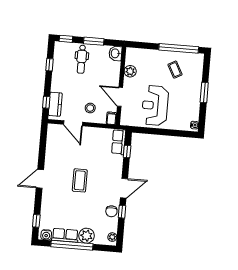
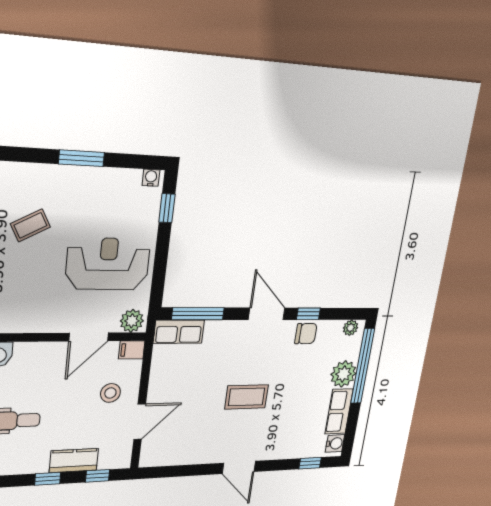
window: (49, 65) -> (48, 479), moved
plant: (130, 71) -> (132, 321), moved
kitchen counter: (55, 104) -> (74, 461), moved
reception desk: (155, 106) -> (108, 264), turned 180
window: (180, 133) -> (167, 208), added
window: (127, 151) -> (198, 314), width x2.17
window: (72, 245) -> (363, 366), moved

